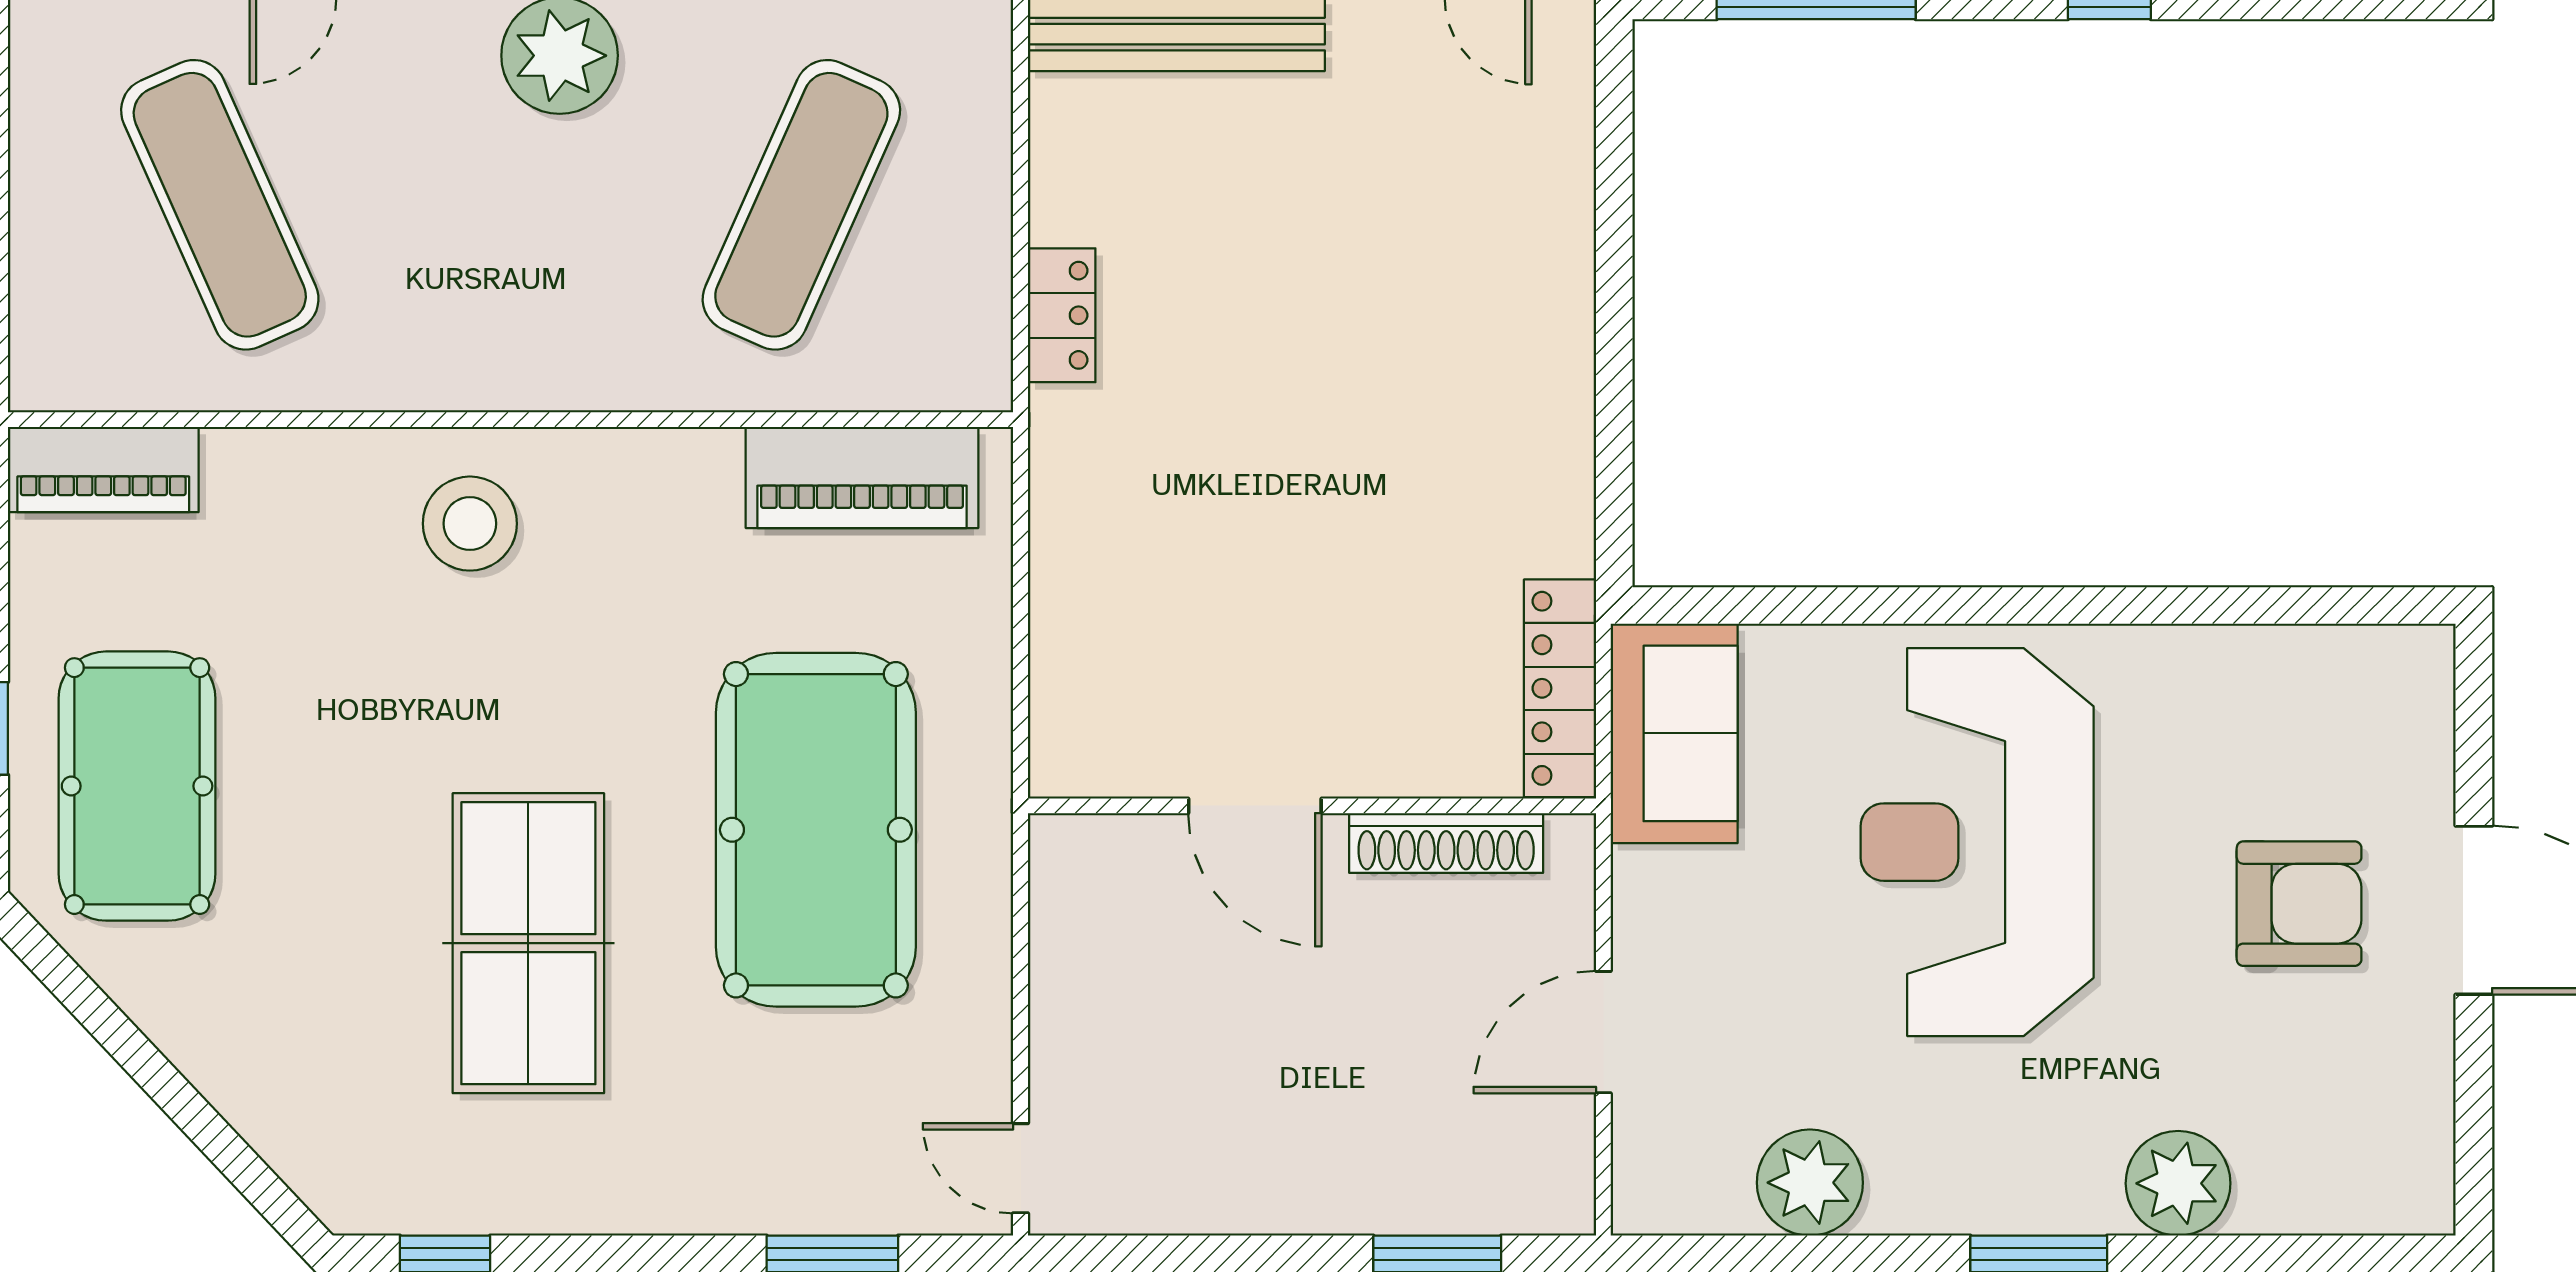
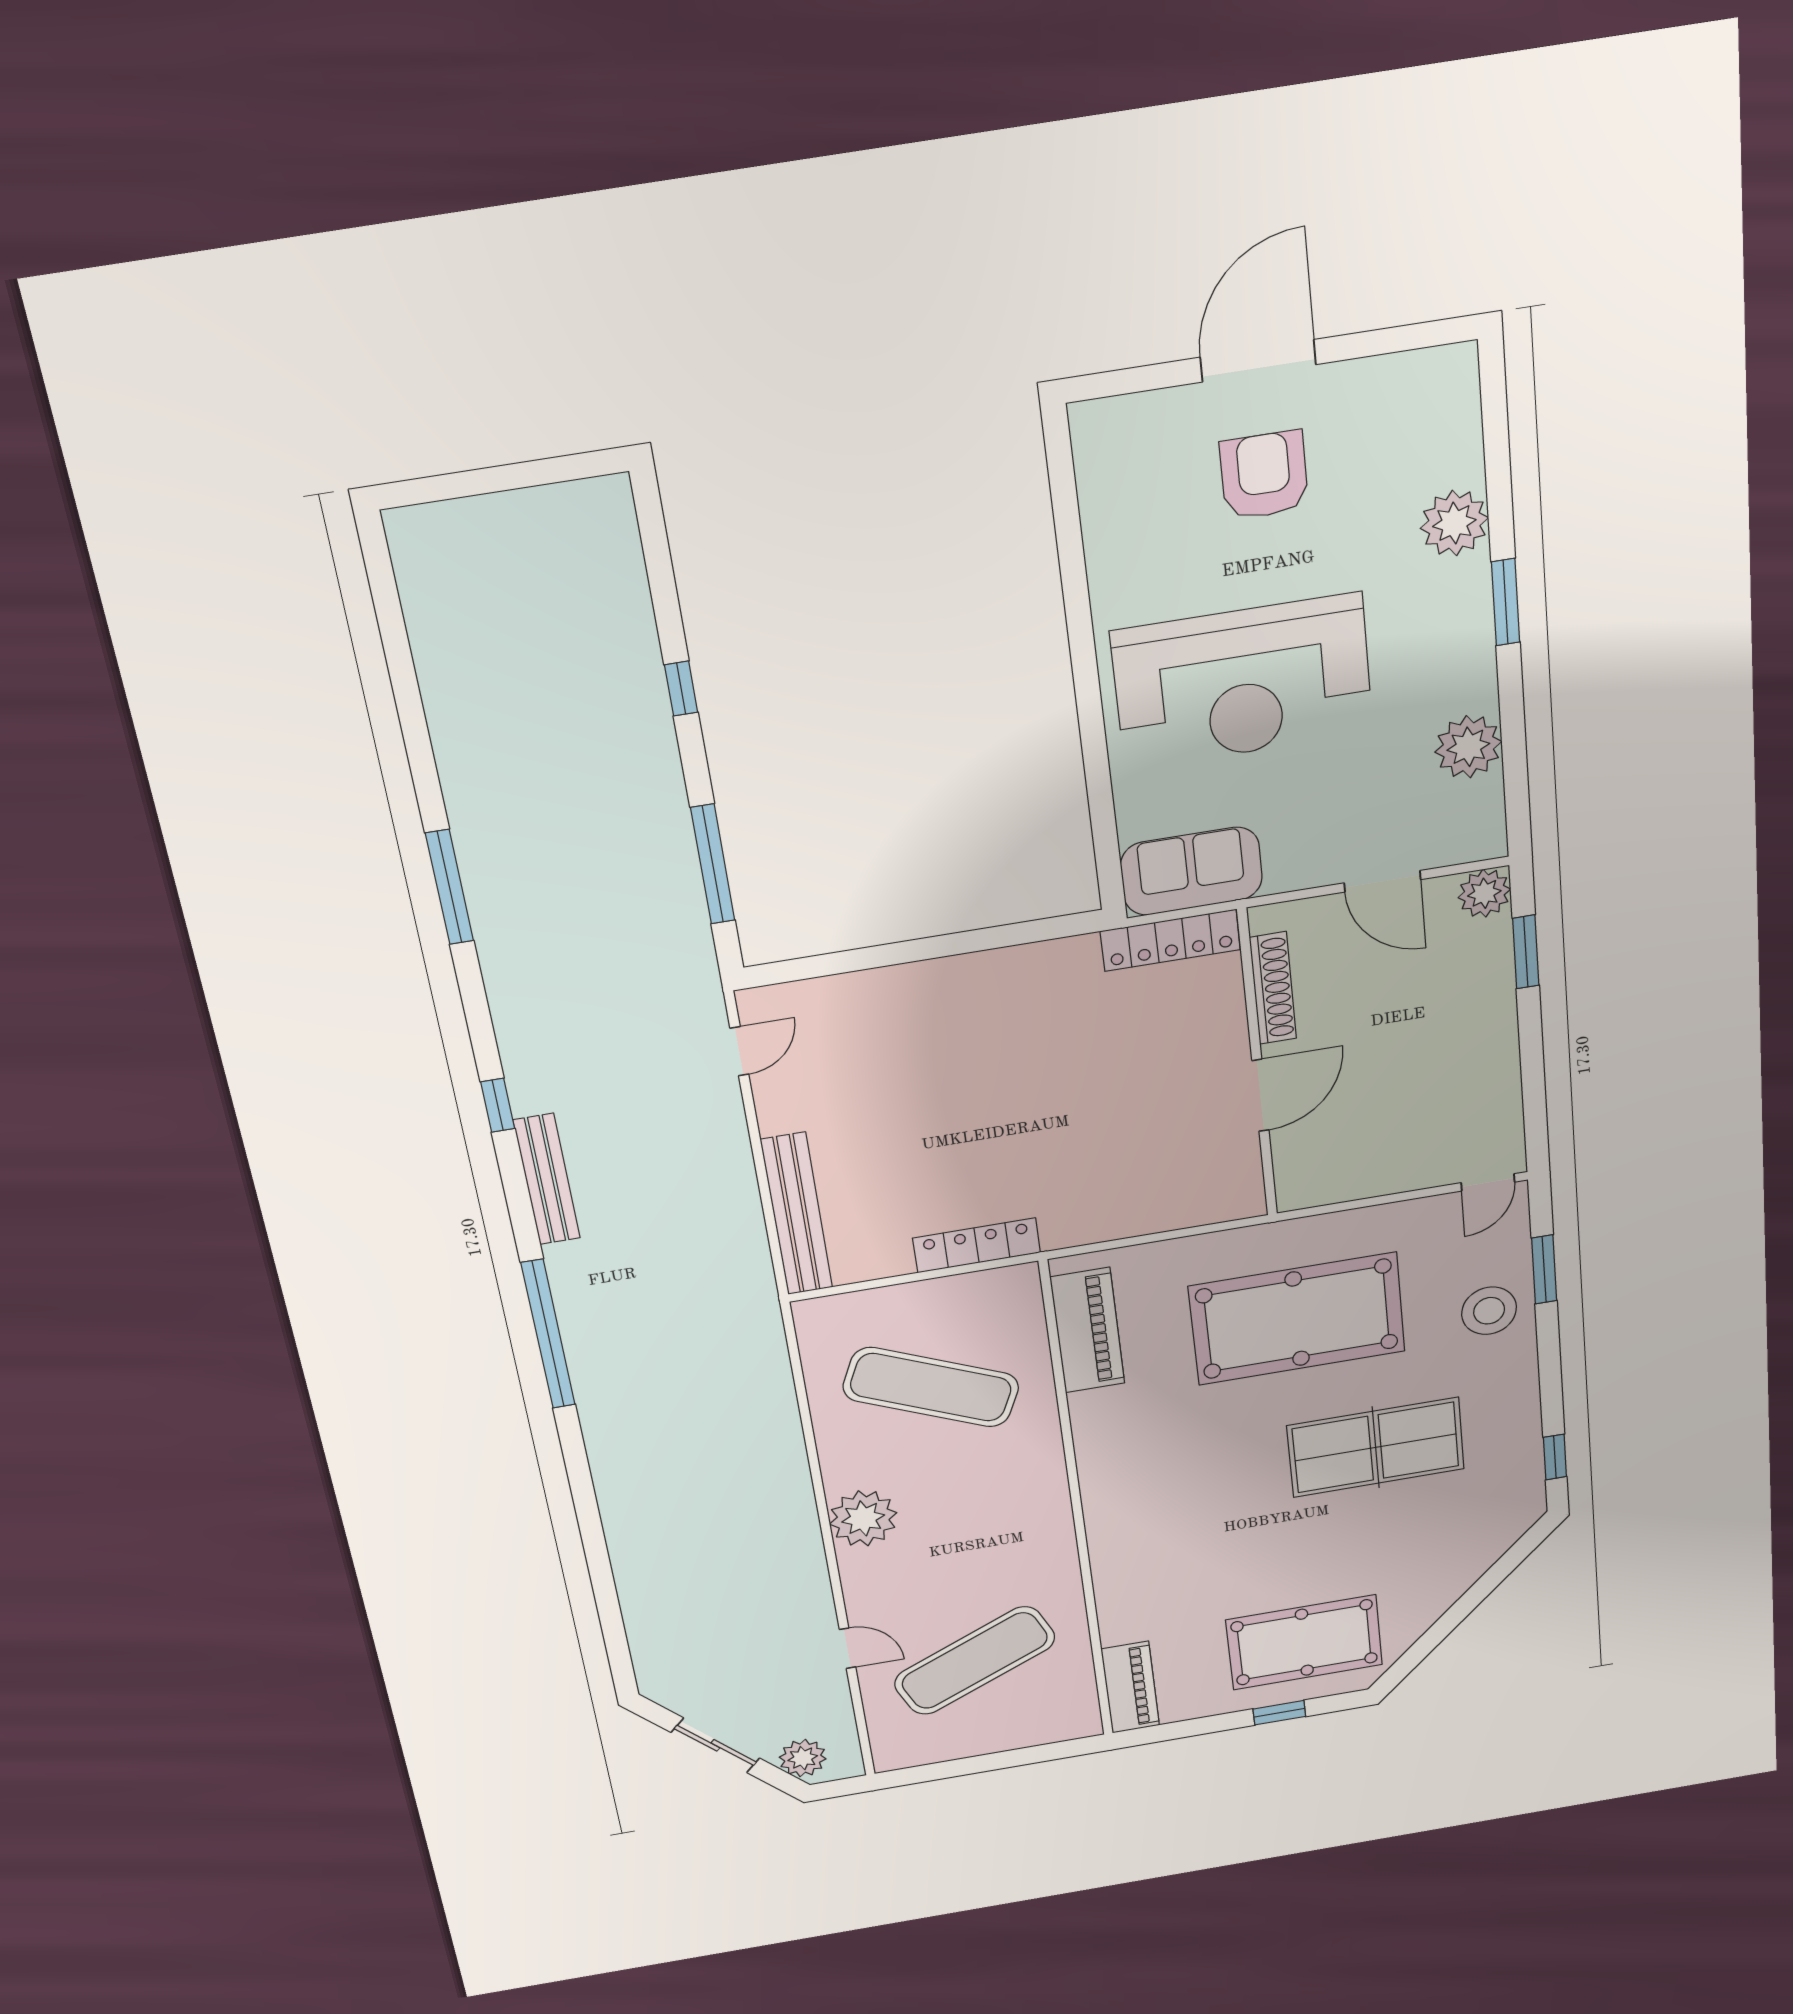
locker: (1062, 315) -> (977, 1245), width x1.53
stool: (470, 524) -> (1489, 1311), moved
plant: (1553, 1193) -> (1484, 893), added

